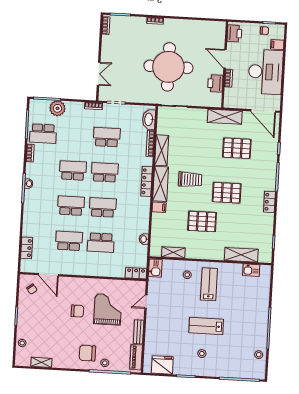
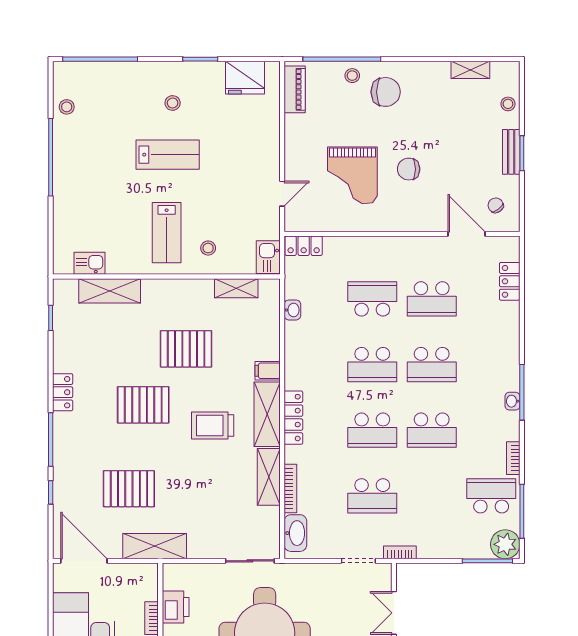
plant: (57, 108) -> (505, 544), moved
bench: (139, 332) -> (511, 152), moved

